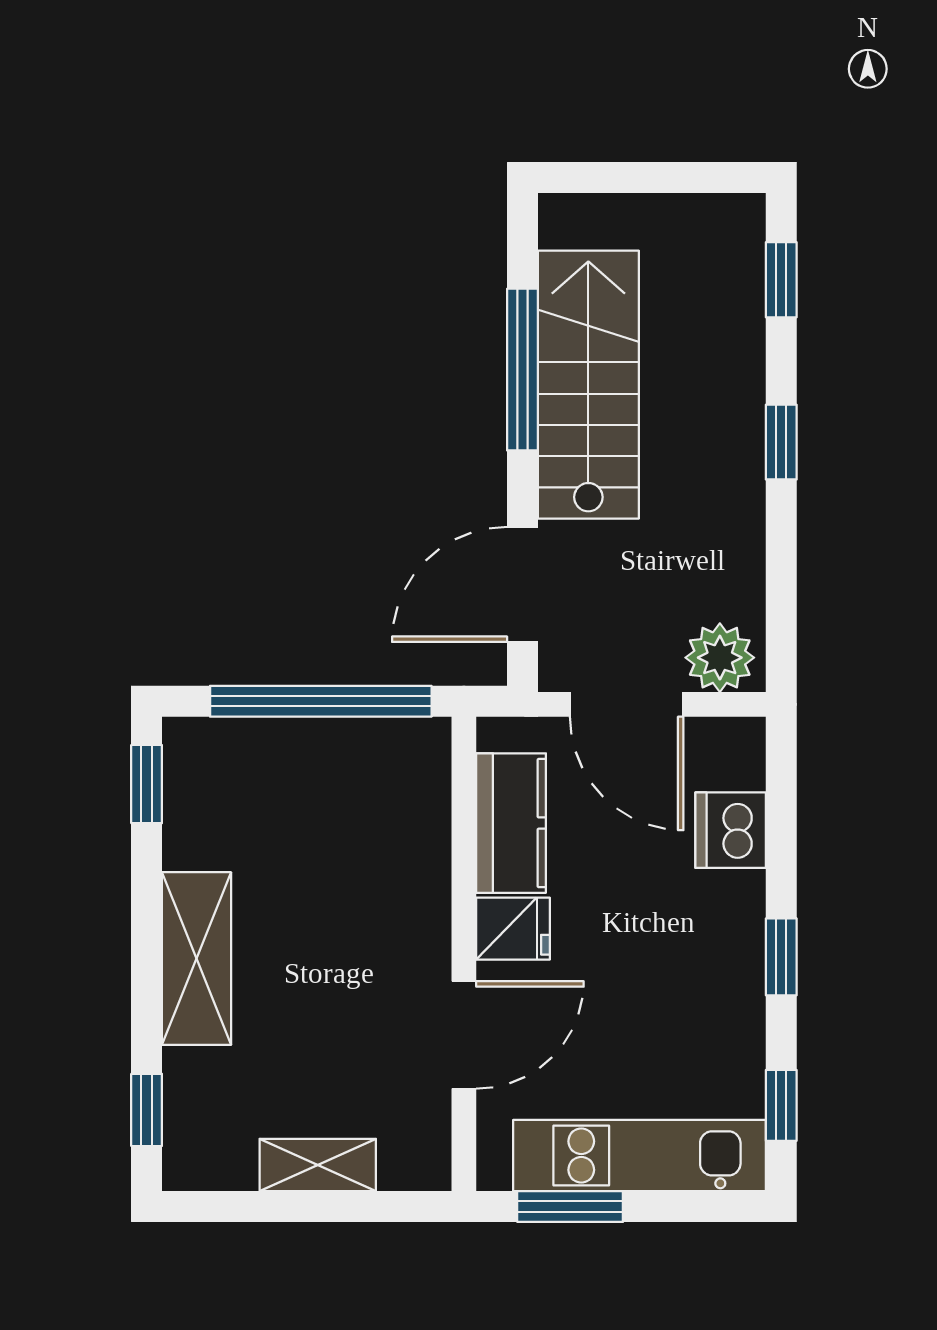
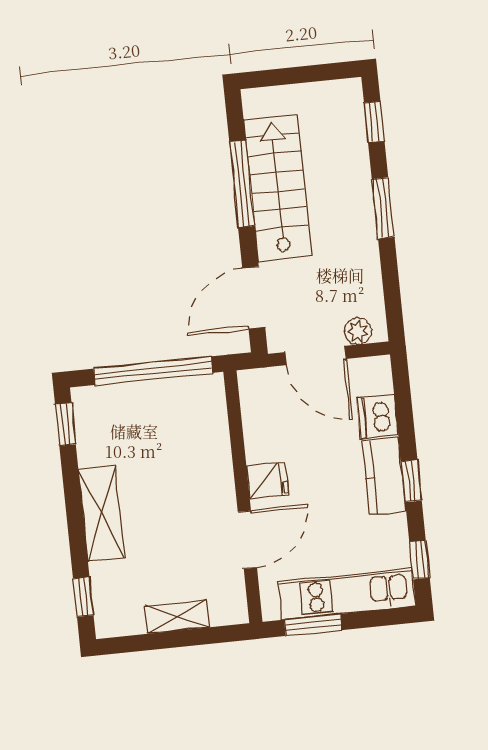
window: (781, 442) -> (383, 208), width x1.50
plant: (720, 658) -> (358, 331), width x0.73, depth x0.73
kitchen counter: (511, 823) -> (384, 476), moved, turned 180

